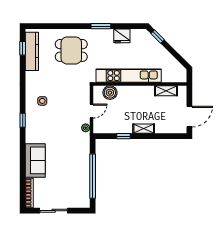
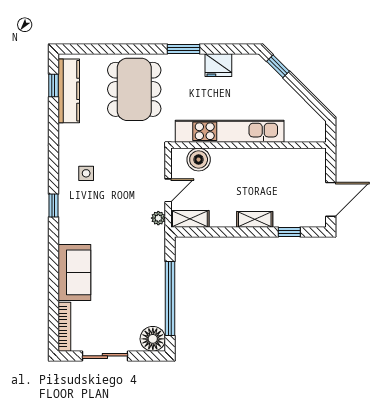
dining table: (71, 50) -> (134, 89), width x1.37
shelving: (166, 91) -> (190, 219), moved
window: (124, 136) -> (289, 232), moved
floor lamp: (82, 200) -> (153, 339), added

